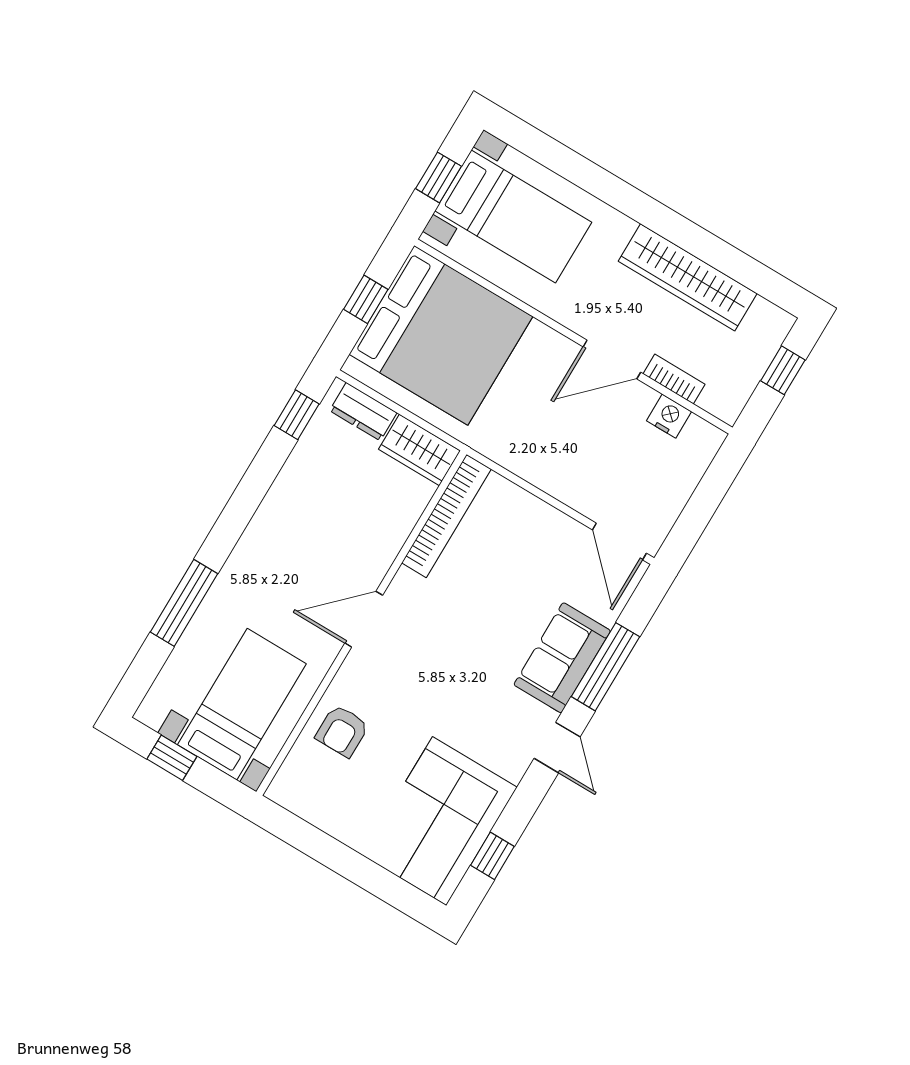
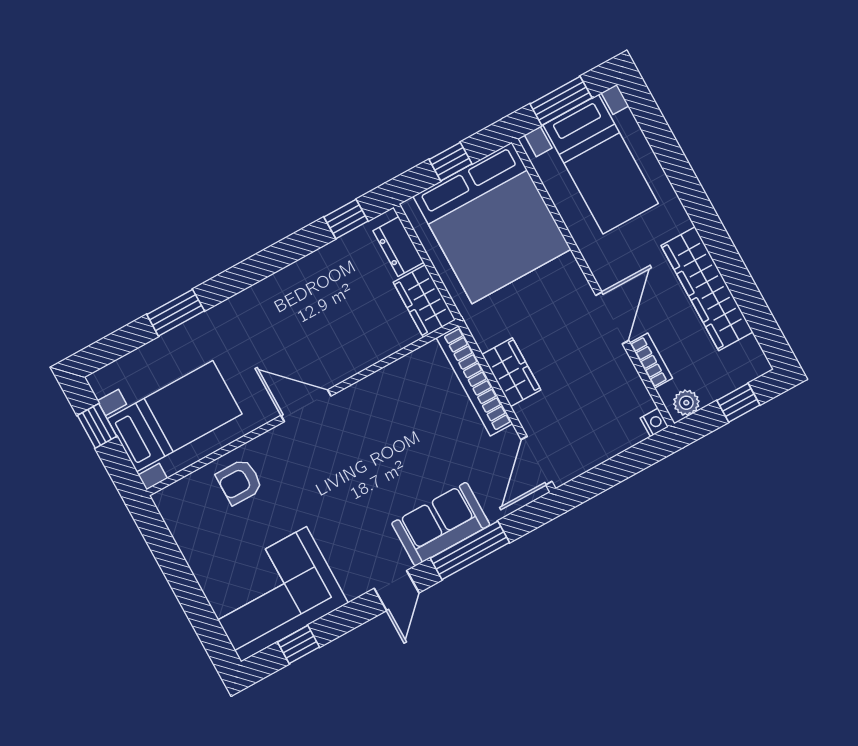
window: (439, 177) -> (561, 101), width x1.50
door: (612, 360) -> (612, 318), swing flipped
plant: (732, 400) -> (686, 403), added
nightstand: (669, 416) -> (654, 422), moved, width x0.72, depth x0.74
wardrobe: (544, 470) -> (511, 372), added
bookcase: (446, 516) -> (475, 381), moved, turned 90
window: (184, 603) -> (176, 313), width x0.69

